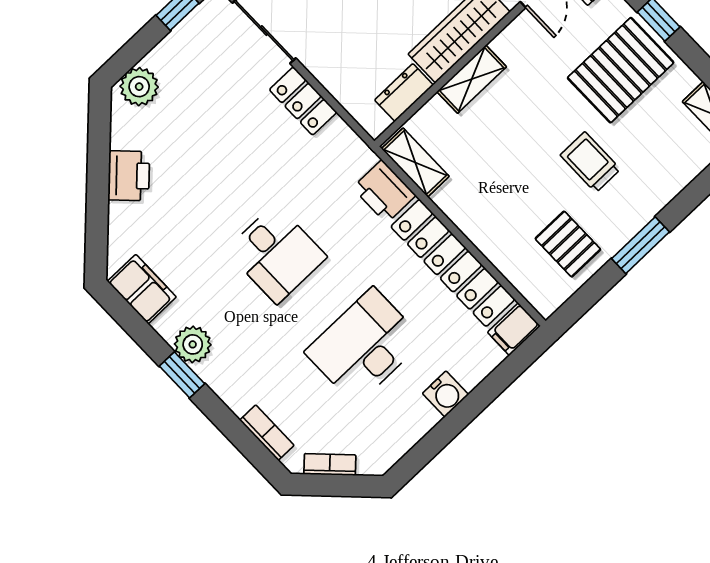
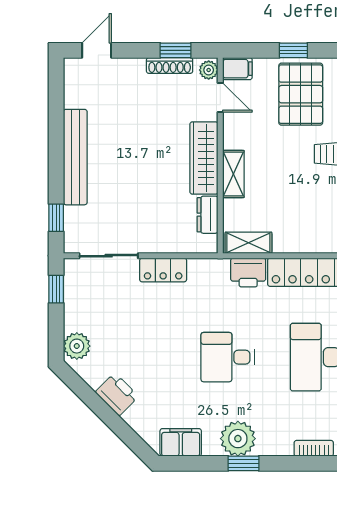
desk: (276, 254) -> (228, 357), turned 180
plant: (193, 344) -> (238, 439), width x1.36, depth x1.36

